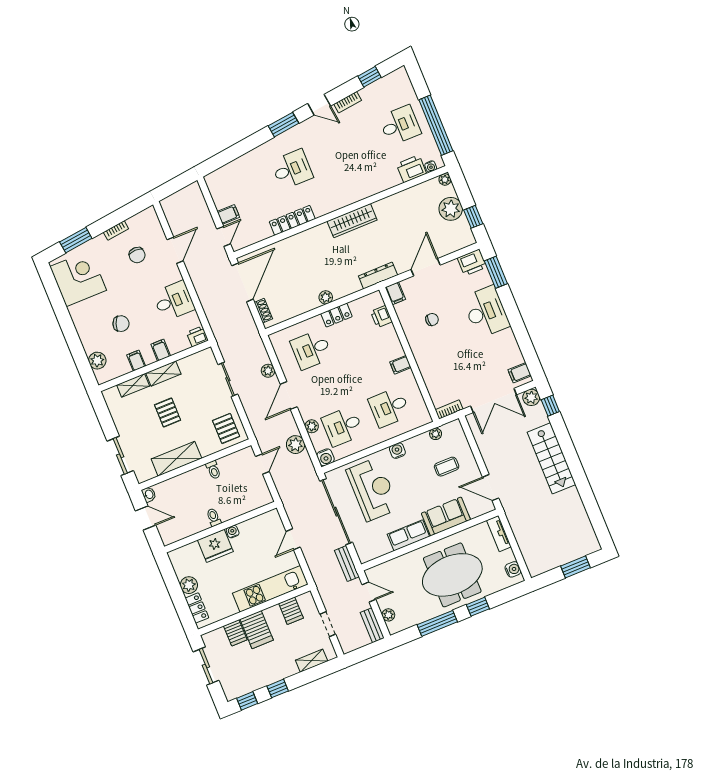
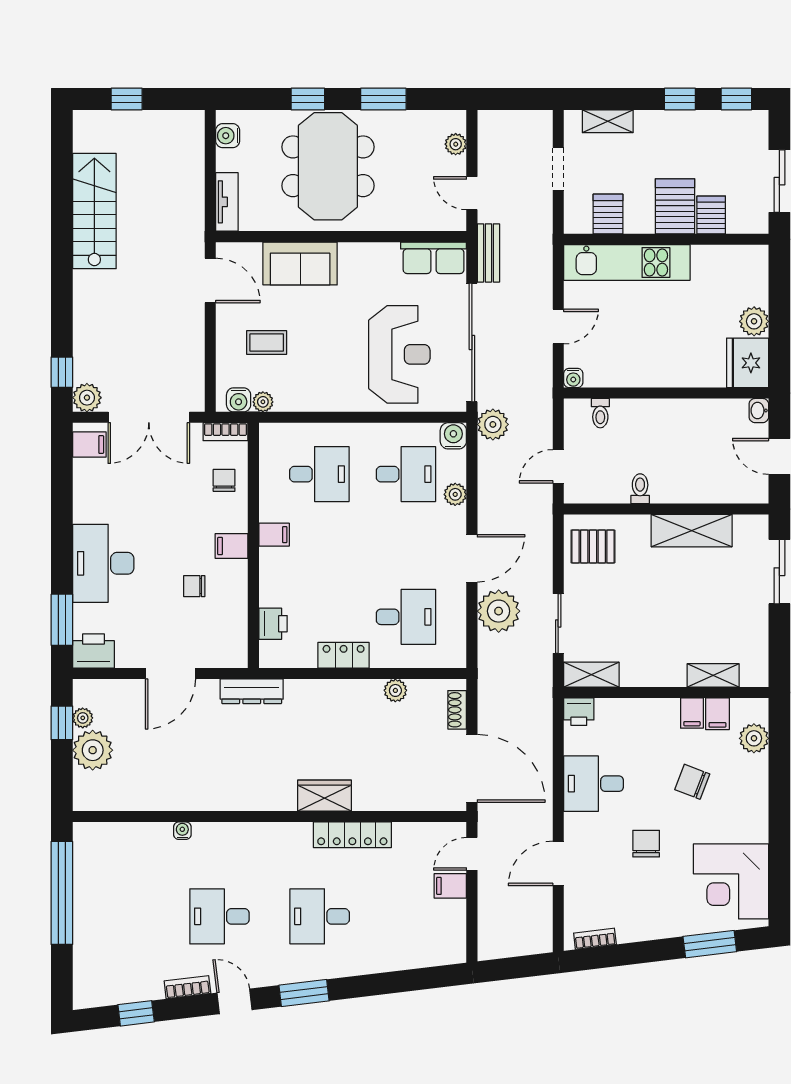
desk: (400, 125) -> (220, 916), moved
water cooler: (431, 166) -> (182, 831), moved
printer: (411, 169) -> (129, 840), removed
plant: (445, 180) -> (83, 718), moved
wardrobe: (352, 221) -> (325, 796), moved, width x0.67
bookcase: (116, 230) -> (595, 939), moved
chair: (137, 255) -> (646, 844), moved
door: (243, 282) -> (472, 768), swing flipped
filing cabinet: (395, 293) -> (232, 546), moved, turned -90
plant: (326, 297) -> (395, 690), moved
filing cabinet: (161, 350) -> (717, 714), moved
plant: (268, 371) -> (499, 611), width x1.87, depth x1.87
shelving: (163, 374) -> (591, 675), moved
chair: (439, 383) -> (224, 480), added
double door: (494, 400) -> (149, 417), swing flipped
pallet: (168, 412) -> (676, 610), removed
pallet: (226, 428) -> (593, 546), turned 90
plant: (296, 445) -> (493, 424), moved
water cooler: (397, 451) -> (239, 400), moved
stairs: (551, 458) -> (94, 211), moved
reception desk: (373, 489) -> (399, 354), turned 180
washbasin: (149, 494) -> (759, 411), moved
toilet: (214, 517) -> (600, 413), moved
water cooler: (233, 532) -> (573, 378), moved
row of seats: (408, 535) -> (434, 258), moved
fridge: (215, 546) -> (748, 363), moved, turned -90
window: (575, 567) -> (127, 99), width x0.67
meeting table: (452, 575) -> (328, 166), turned 90
locker: (197, 608) -> (756, 280), removed
window: (437, 623) -> (383, 99), width x0.69
bench: (372, 625) -> (488, 138), removed

